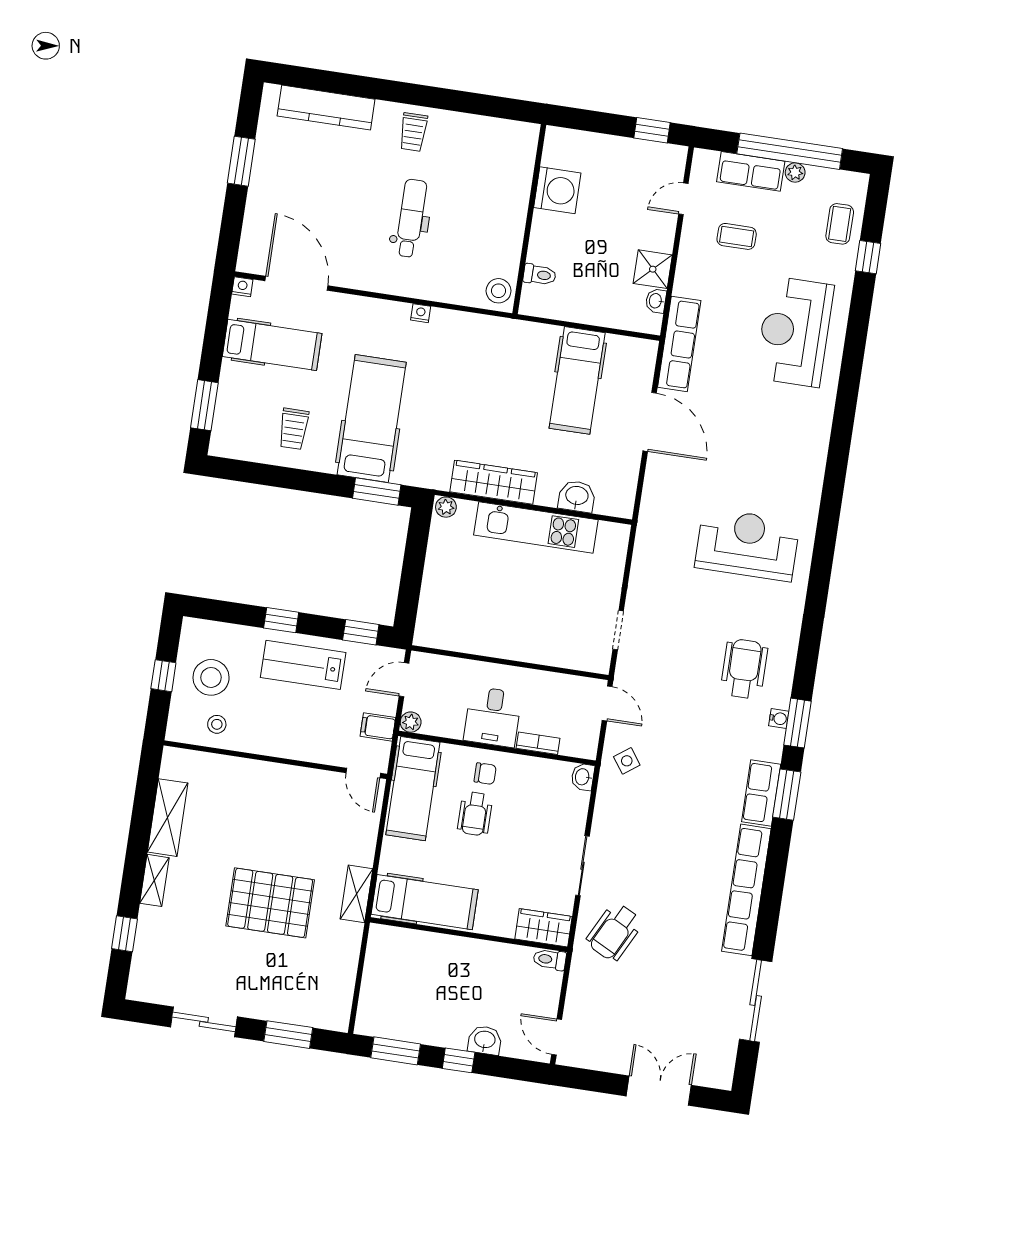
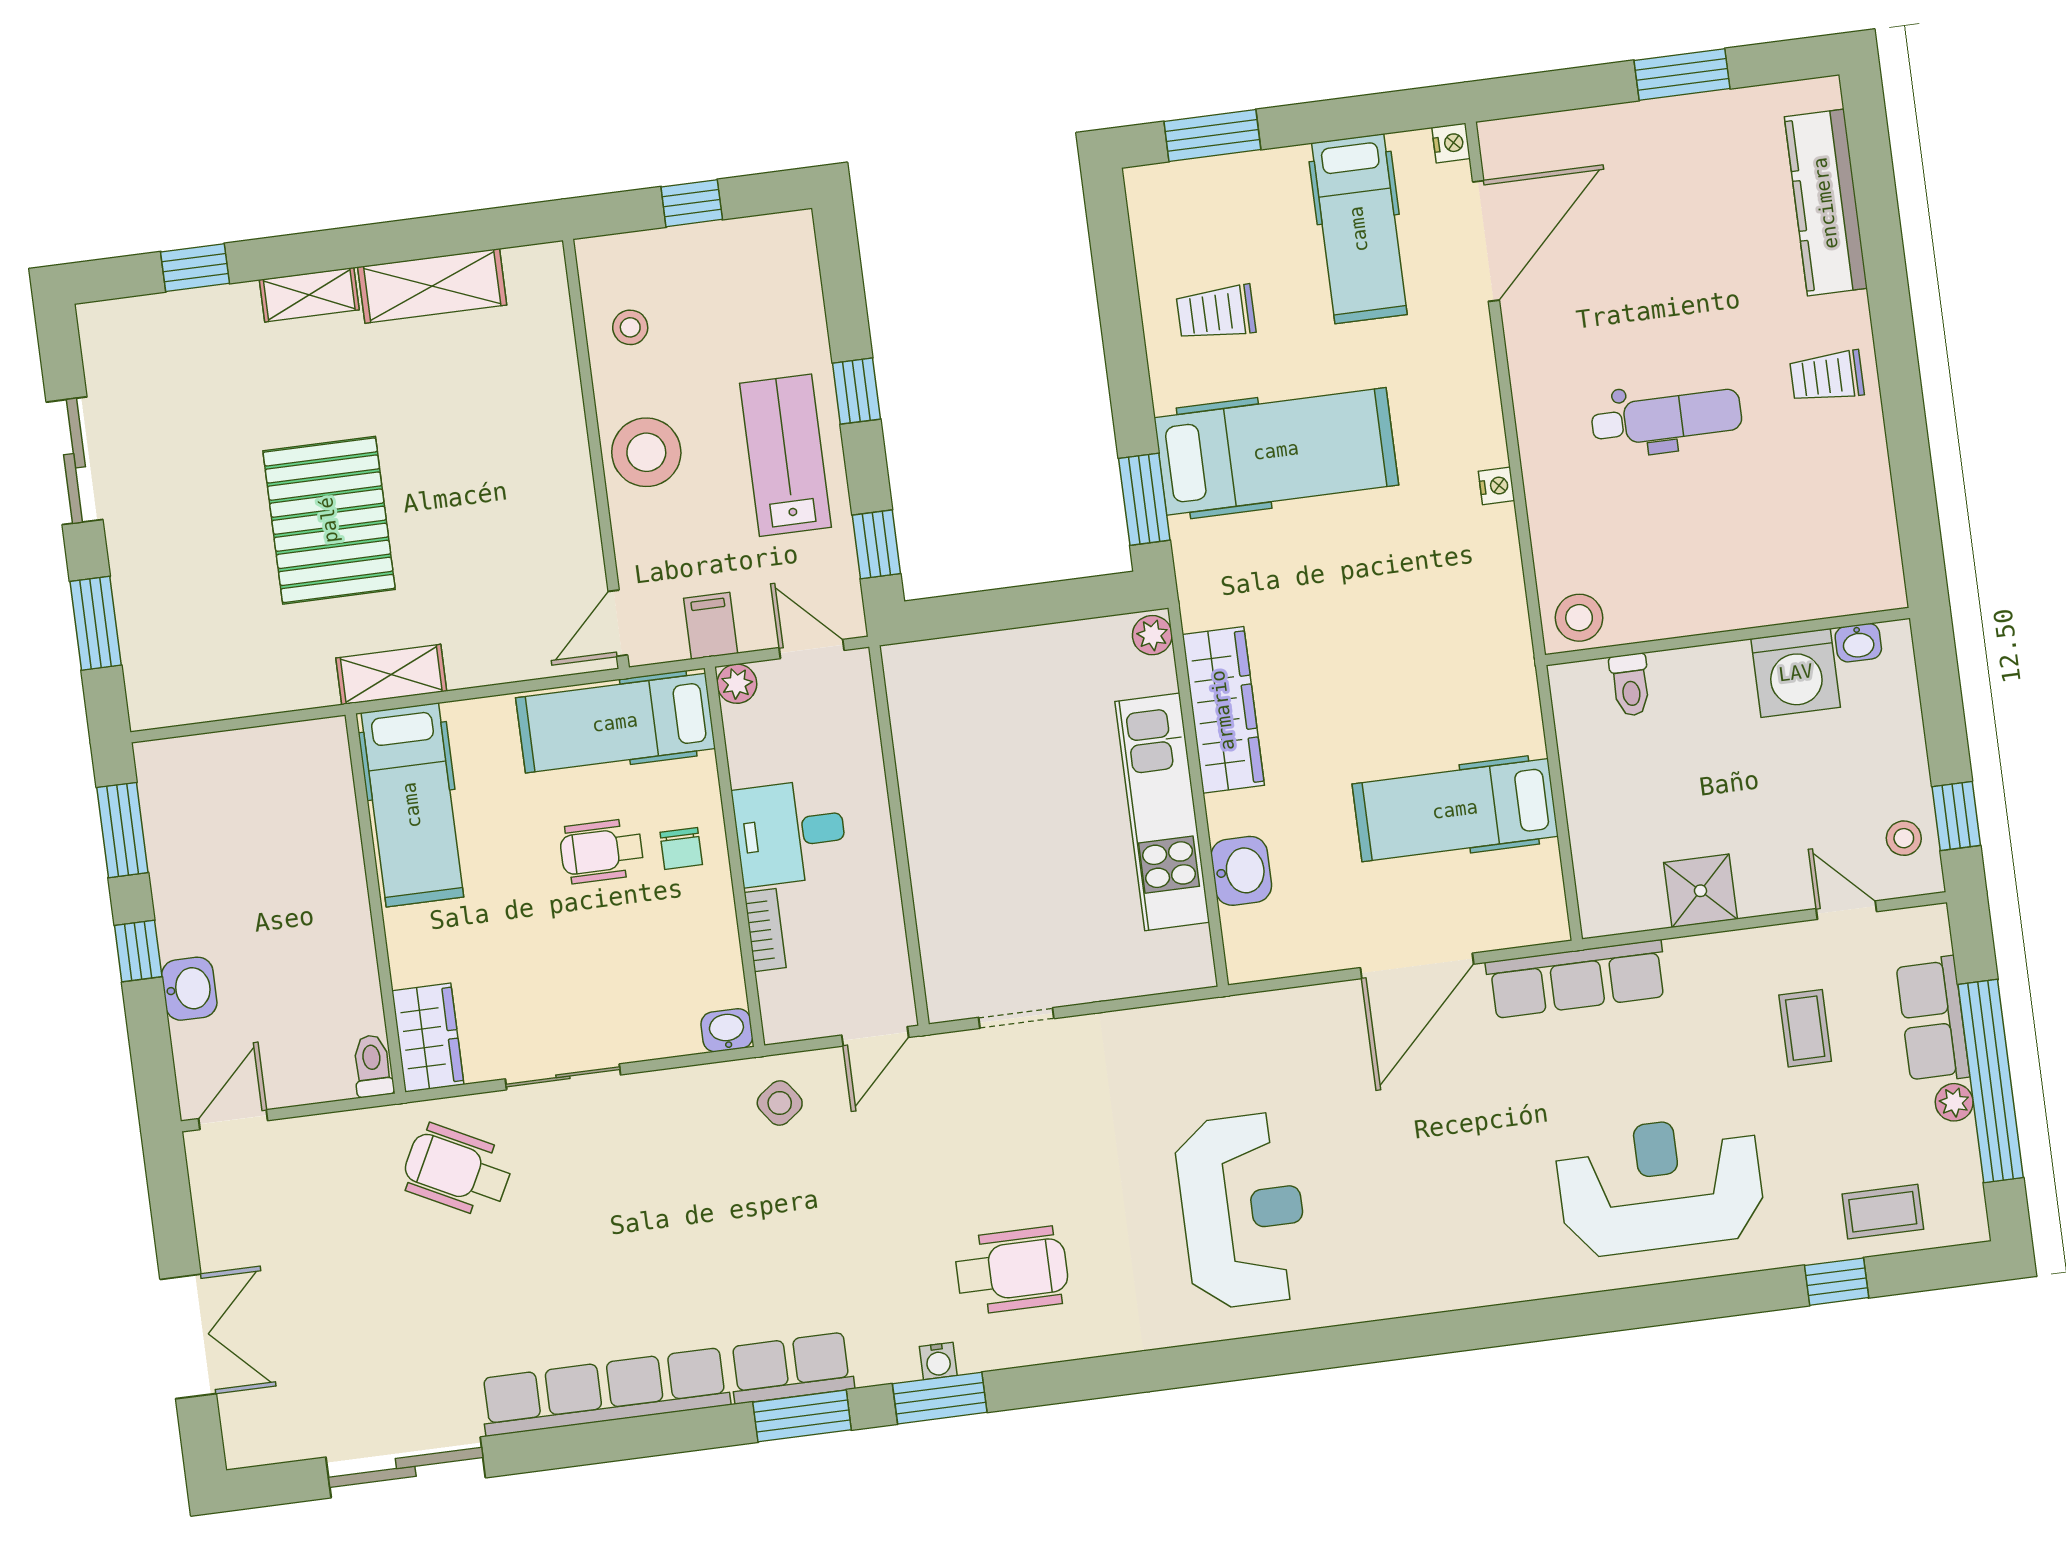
stool: (656, 160) -> (1904, 838), added
washbasin: (656, 301) -> (1858, 643), moved, turned 180
stool: (211, 677) -> (646, 452), moved

